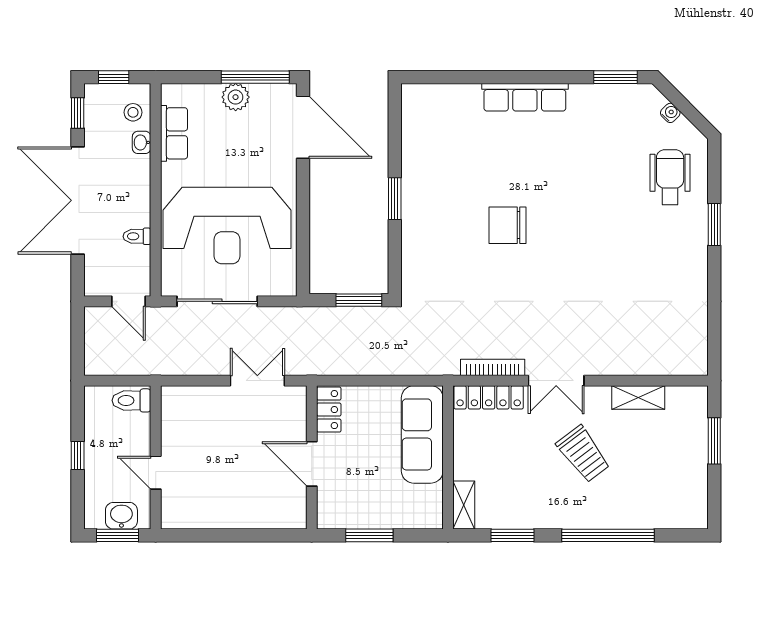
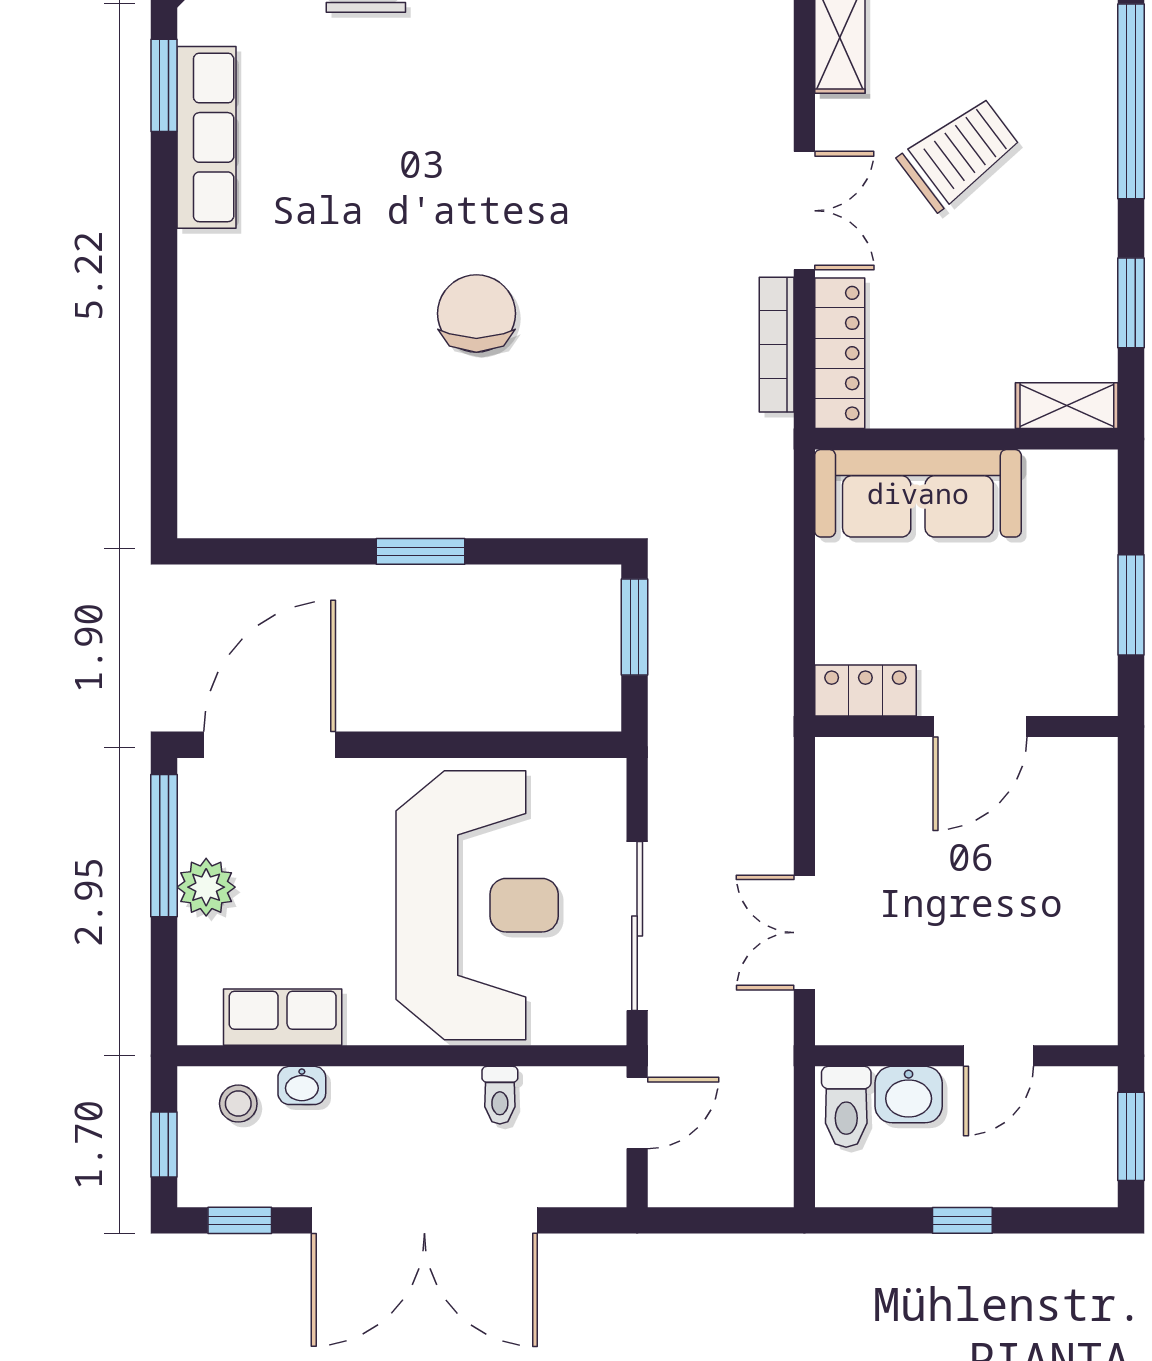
row of seats: (525, 97) -> (207, 137), moved
chair: (507, 225) -> (476, 313), turned 180
double door: (257, 381) -> (804, 933), moved
washbasin: (121, 516) -> (909, 1095), moved, turned -90

